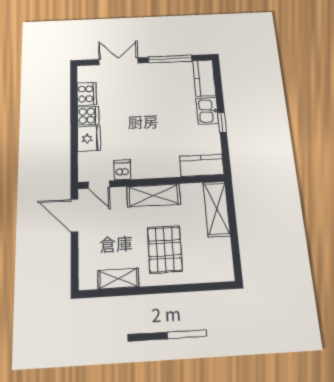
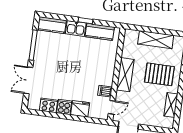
kitchen counter: (202, 165) -> (100, 32), moved, turned -90
shelving: (217, 209) -> (156, 40), moved

